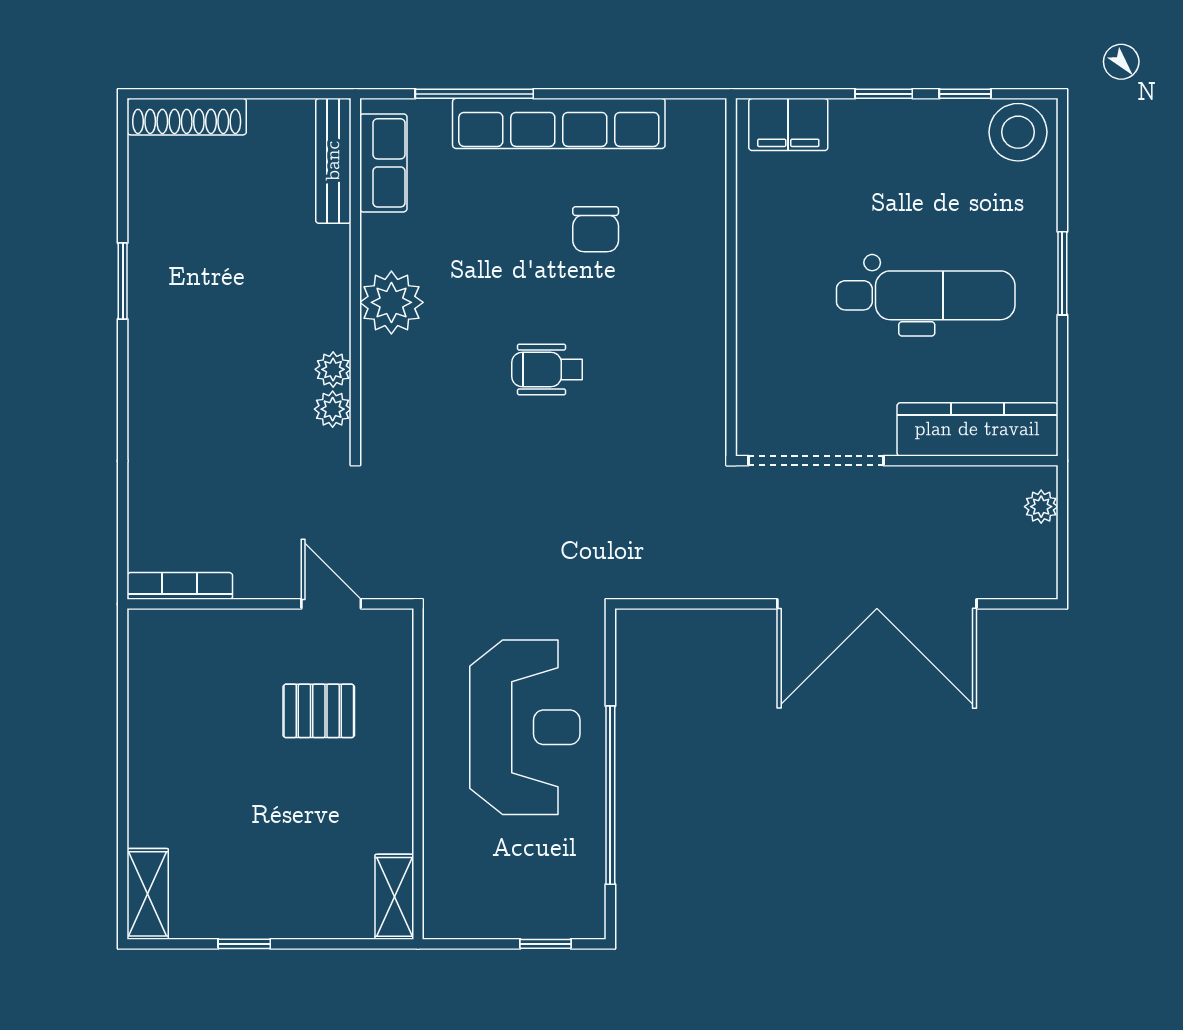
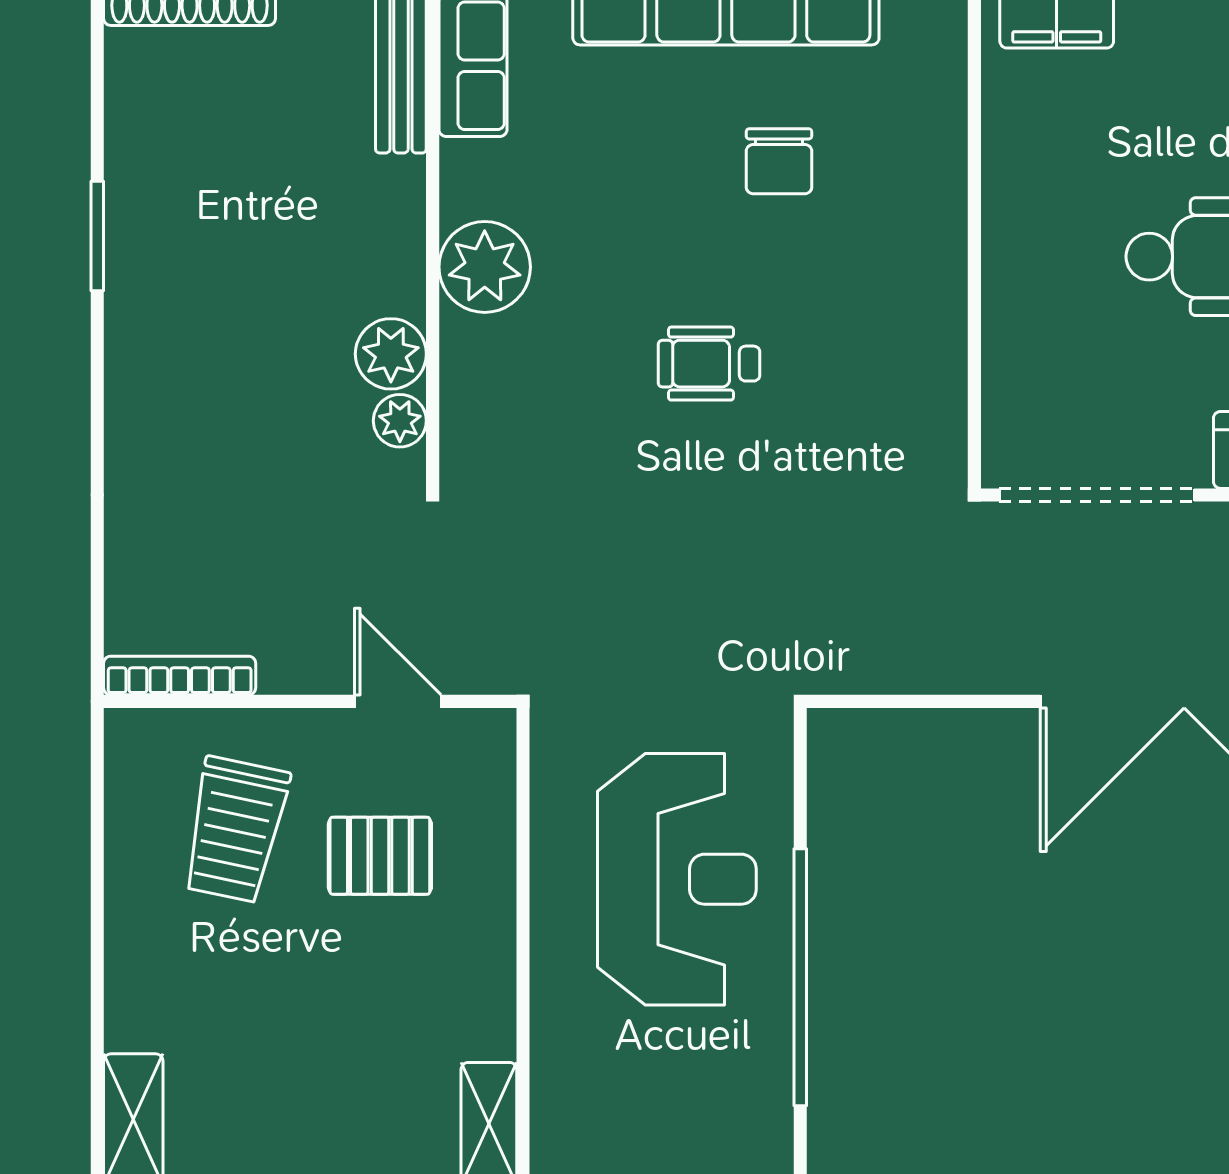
plant: (333, 369) -> (391, 354), width x1.38, depth x1.38
trolley: (218, 693) -> (235, 830), added

